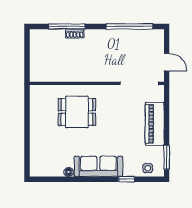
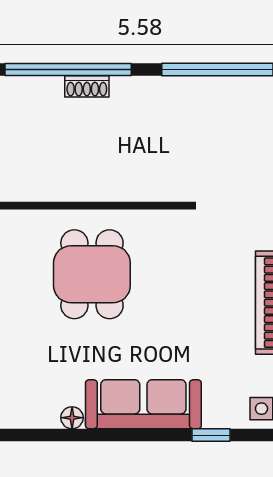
window: (67, 26) -> (68, 70), width x1.46
dining table: (77, 112) -> (92, 274), turned 90

